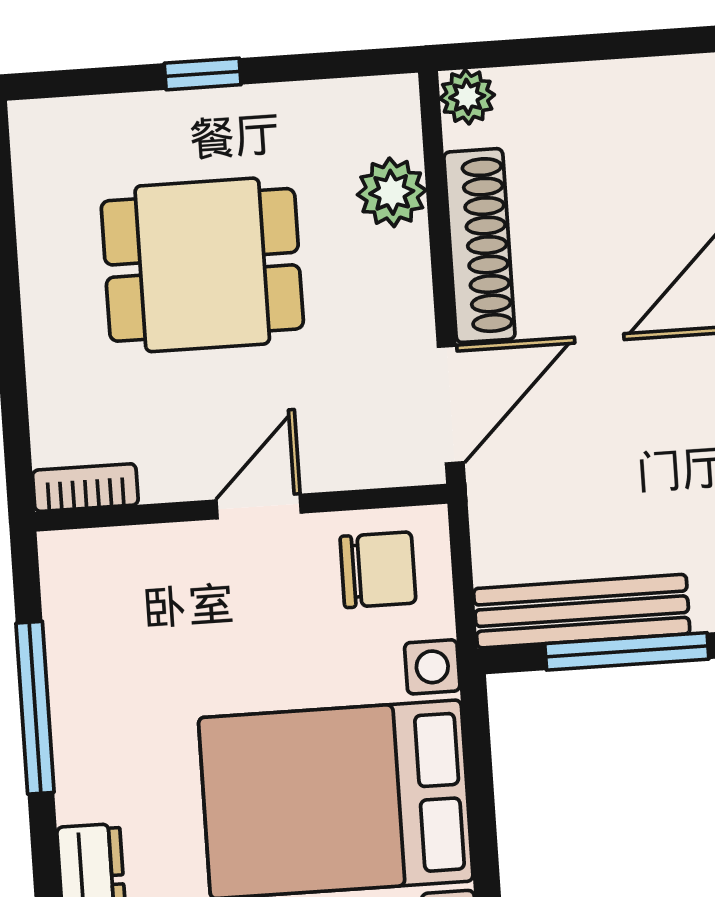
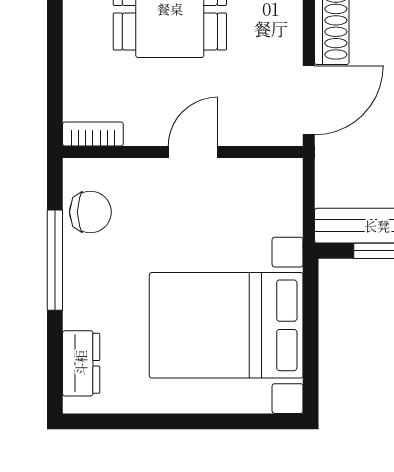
chair: (378, 570) -> (90, 212), moved

